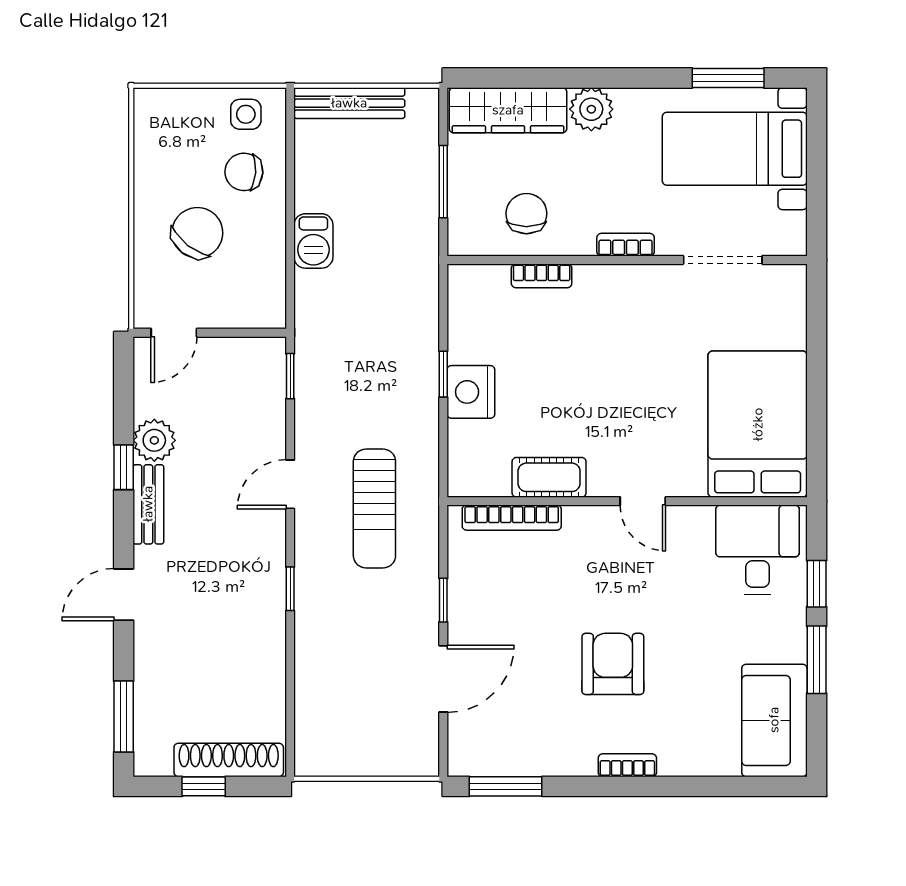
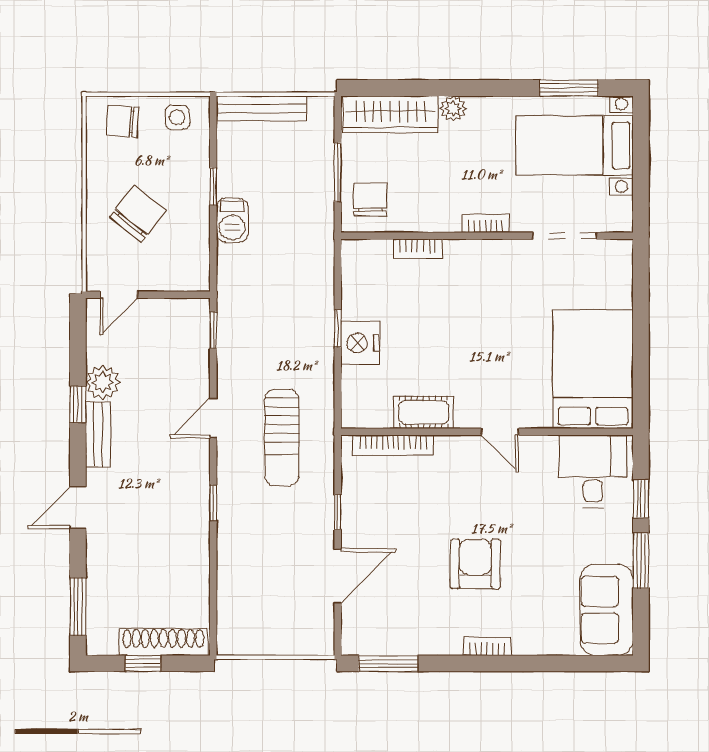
plant: (591, 109) -> (453, 109), width x0.73, depth x0.73
chair: (244, 172) -> (122, 121), moved
window: (290, 199) -> (213, 187), added
chair: (526, 214) -> (370, 200), moved

